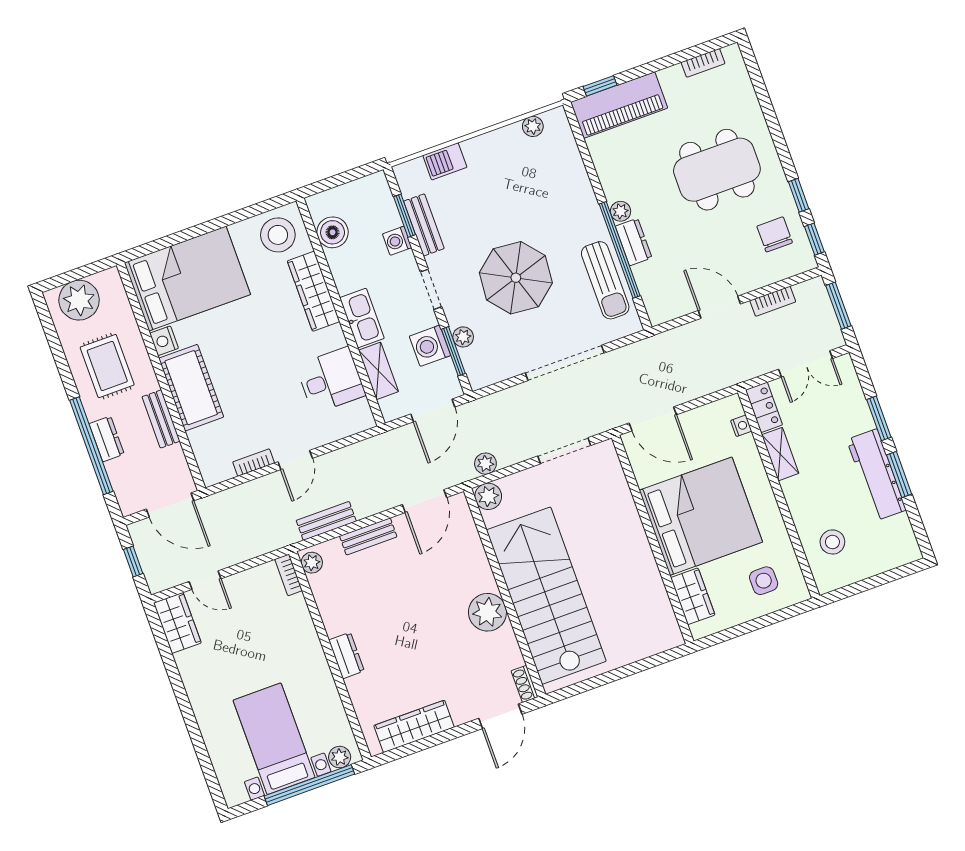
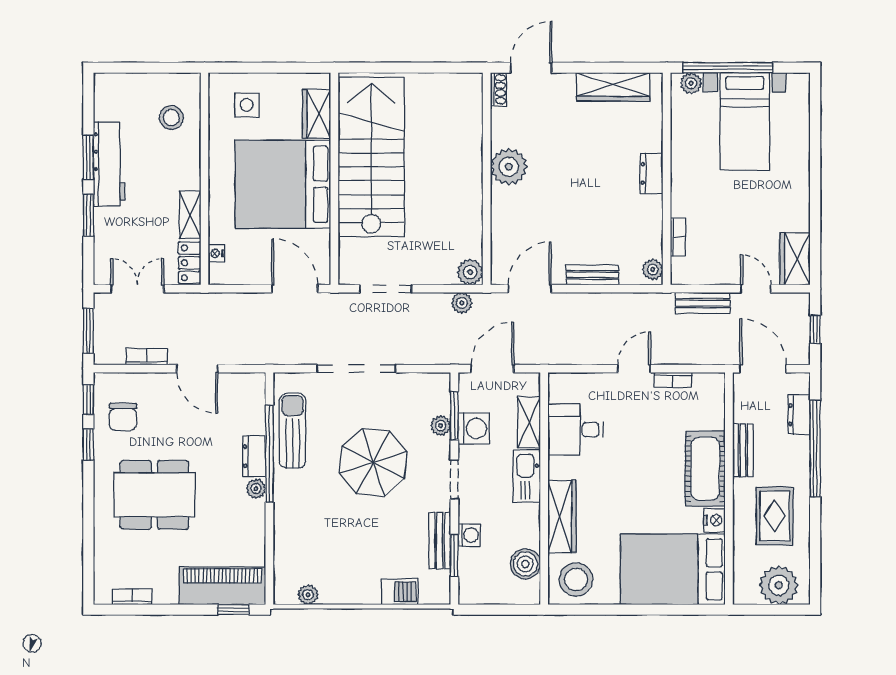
dresser: (107, 439) -> (799, 415), moved
bench: (326, 521) -> (703, 303), moved
bookcase: (289, 575) -> (678, 237), moved
stairs: (546, 596) -> (371, 157), moved, turned 180

